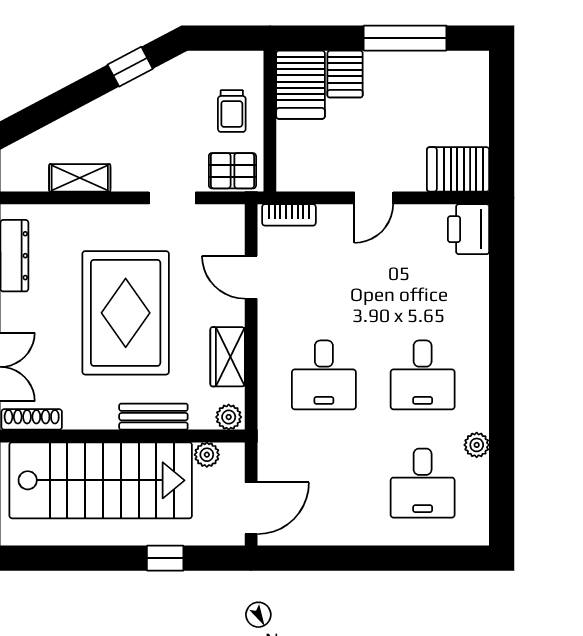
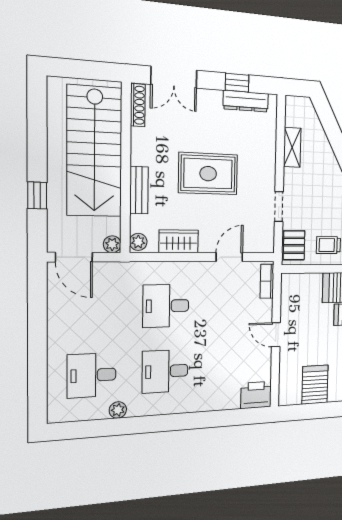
server rack: (458, 169) -> (315, 385), moved
rug: (126, 313) -> (208, 174), width x0.73, depth x0.69
plant: (207, 455) -> (112, 244), moved

